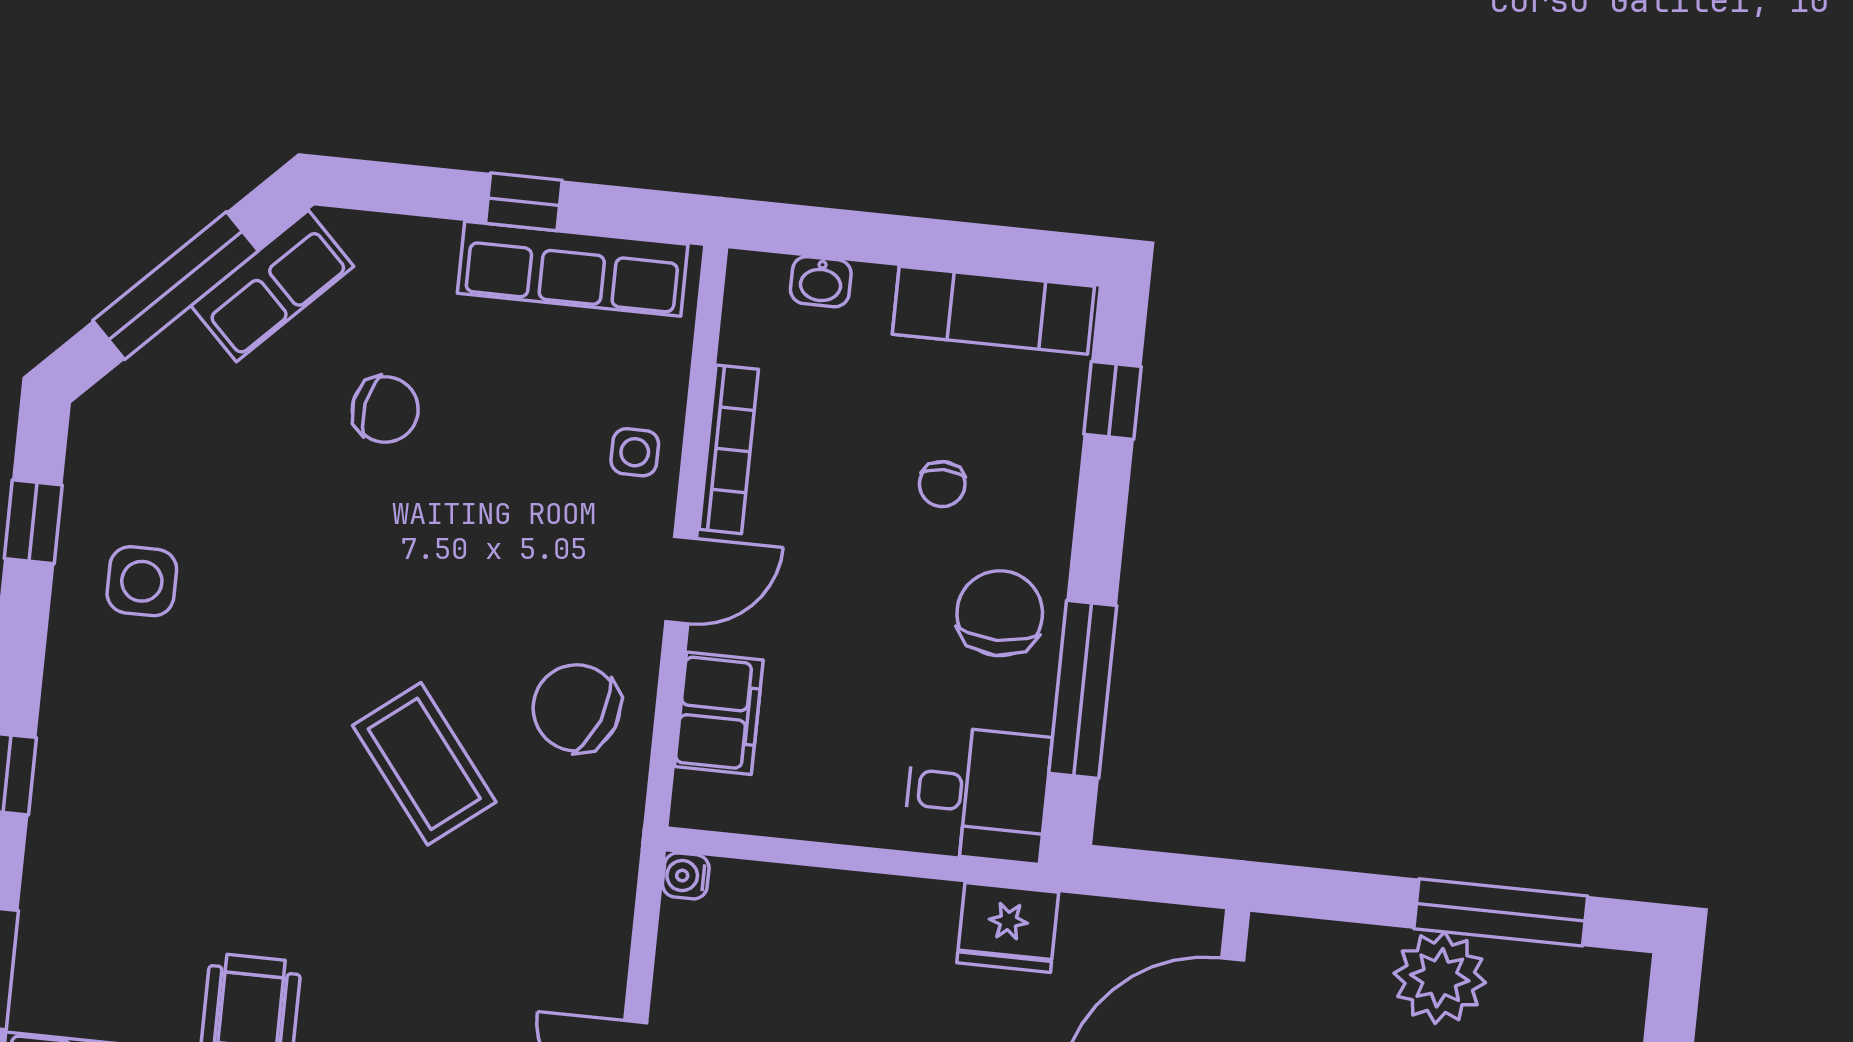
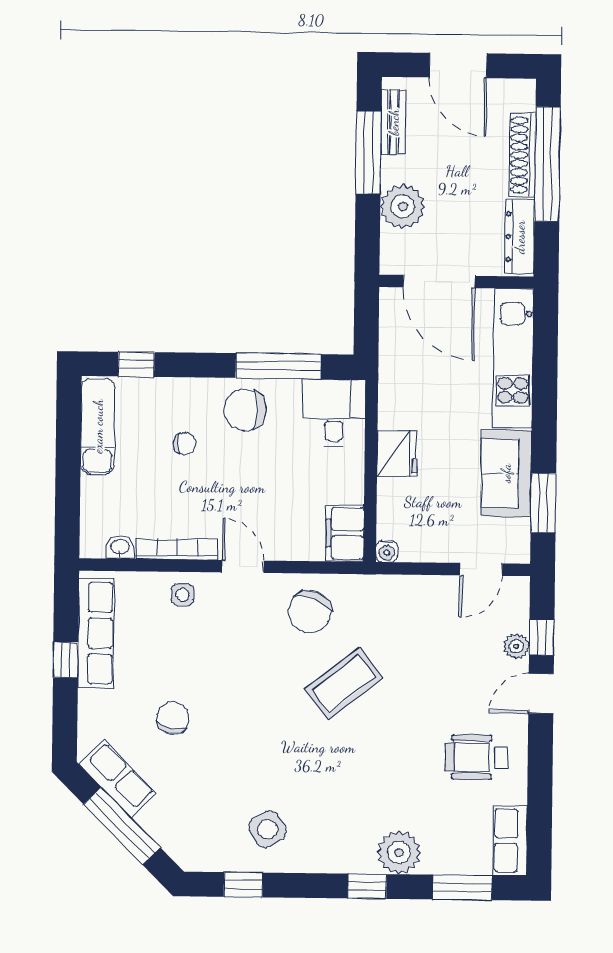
washbasin: (821, 282) -> (120, 547), moved, turned -90
side table: (142, 581) -> (267, 829), turned -30
filing cabinet: (719, 713) -> (345, 533), moved, turned -90
plant: (70, 845) -> (399, 853), added
fridge: (1008, 927) -> (397, 453), moved
bench: (1559, 969) -> (394, 122), added
plant: (1440, 978) -> (403, 206), moved

